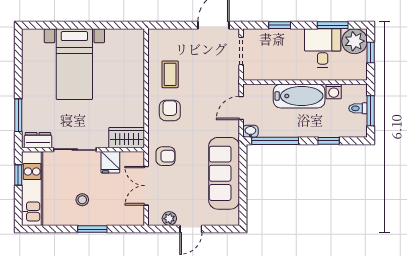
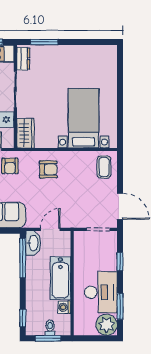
desk: (323, 48) -> (101, 292), width x1.37
window: (371, 52) -> (97, 338), removed
bed with nightstands: (74, 64) -> (84, 118), moved, turned 90
coffee table: (170, 74) -> (104, 167), moved, turned 90
door: (241, 108) -> (50, 229), hinge flipped
washbasin: (250, 131) -> (33, 243), width x1.91, depth x1.45
window: (329, 141) -> (23, 318), moved

